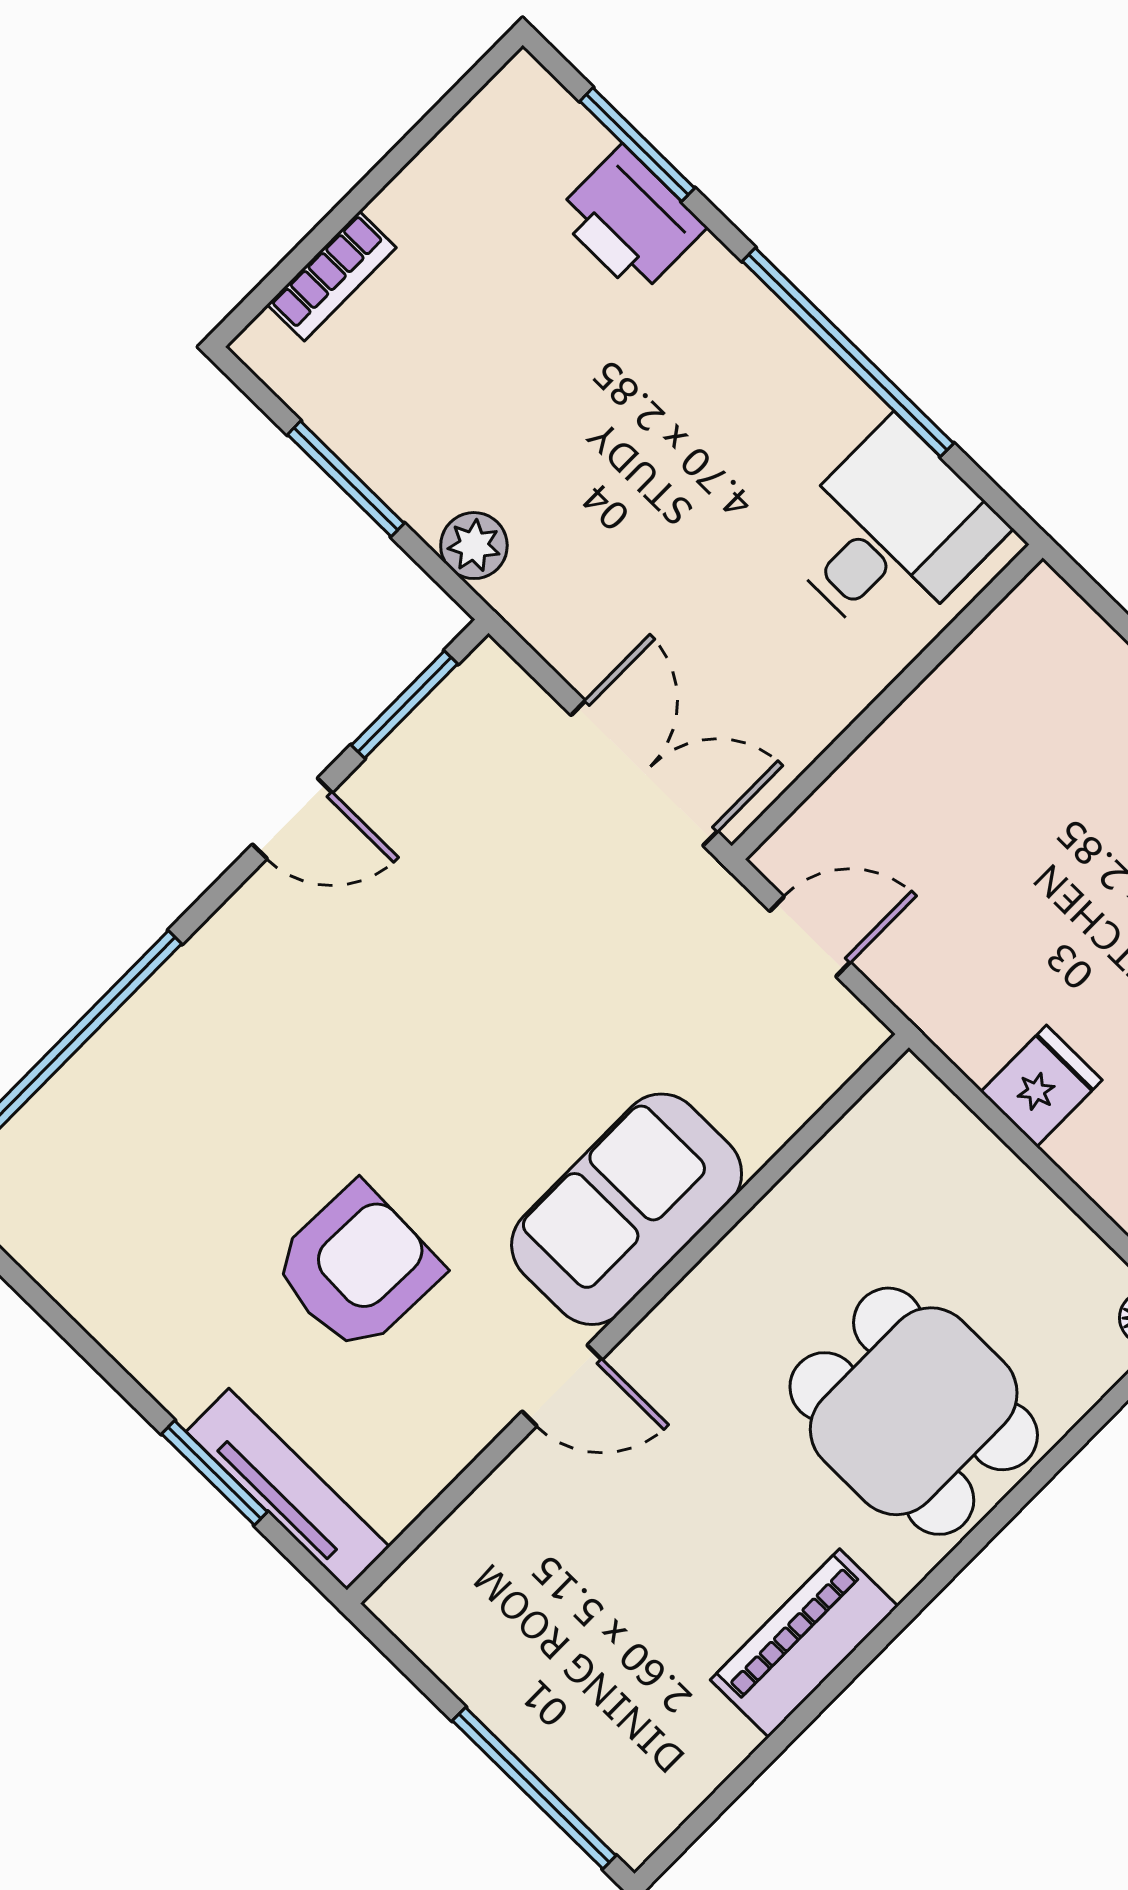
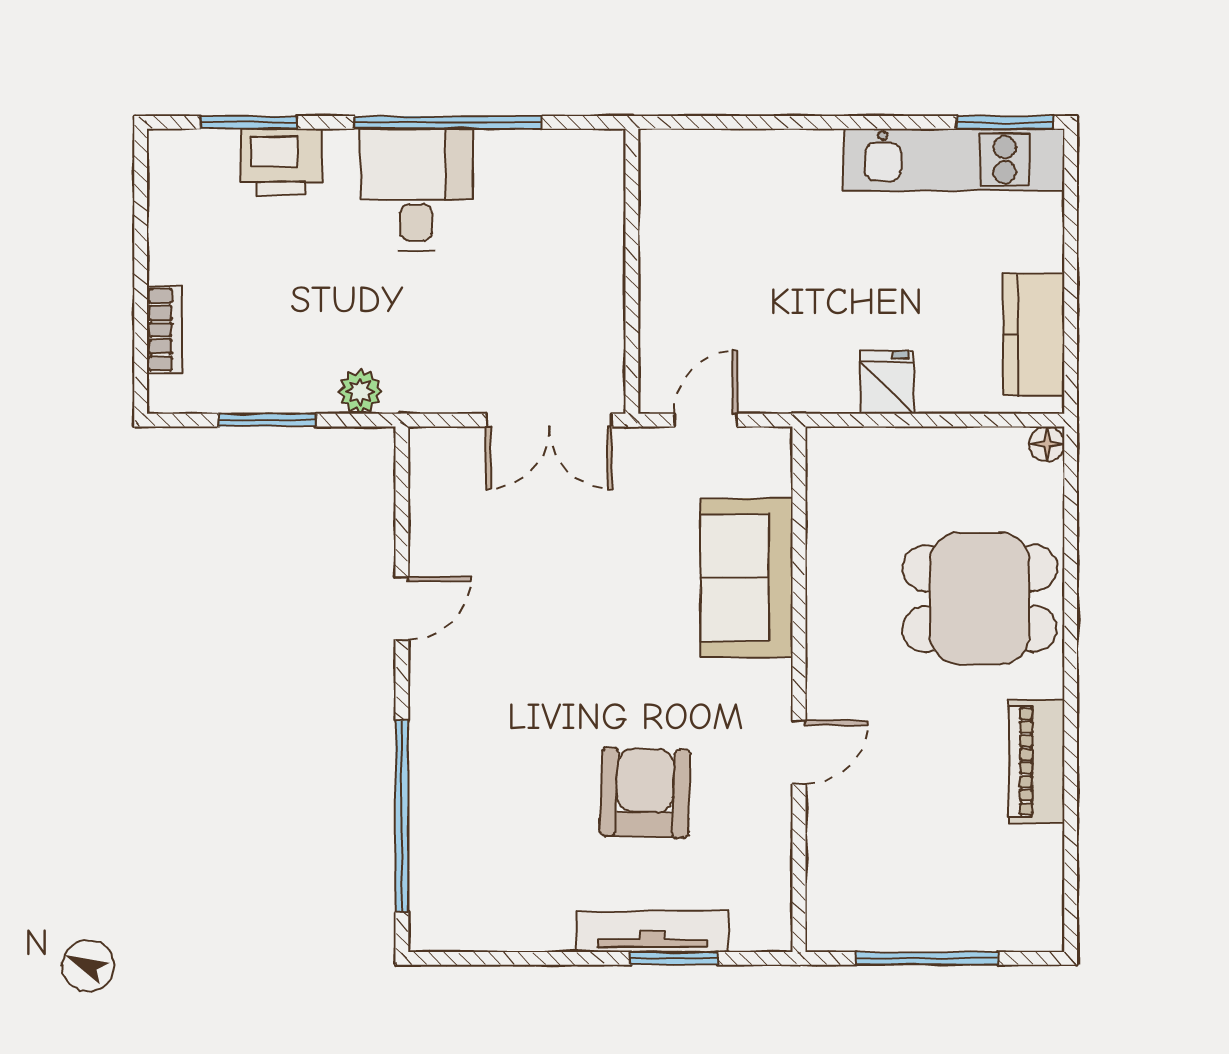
desk: (890, 534) -> (416, 190), moved
window: (405, 705) -> (402, 500), removed
double door: (644, 773) -> (549, 420), swing flipped
sofa: (627, 1209) -> (747, 578), moved
tv unit: (288, 1489) -> (652, 931), moved
window: (534, 1788) -> (927, 958), moved

